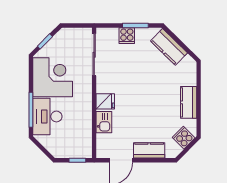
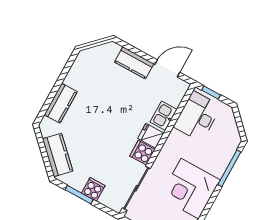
kitchen counter: (189, 102) -> (61, 103), moved
desk: (47, 116) -> (197, 116), moved, turned 180
cooker: (184, 138) -> (142, 153), moved, turned 135

